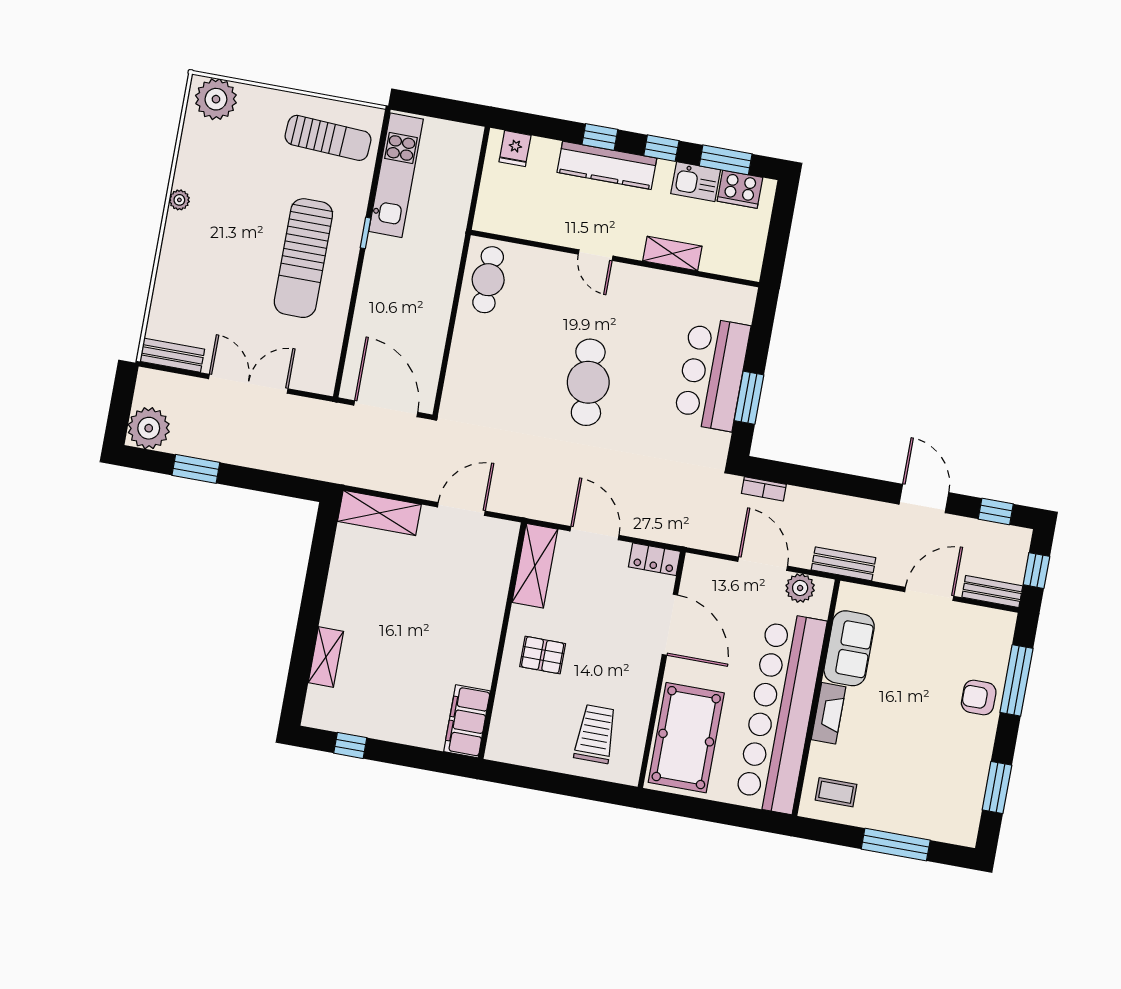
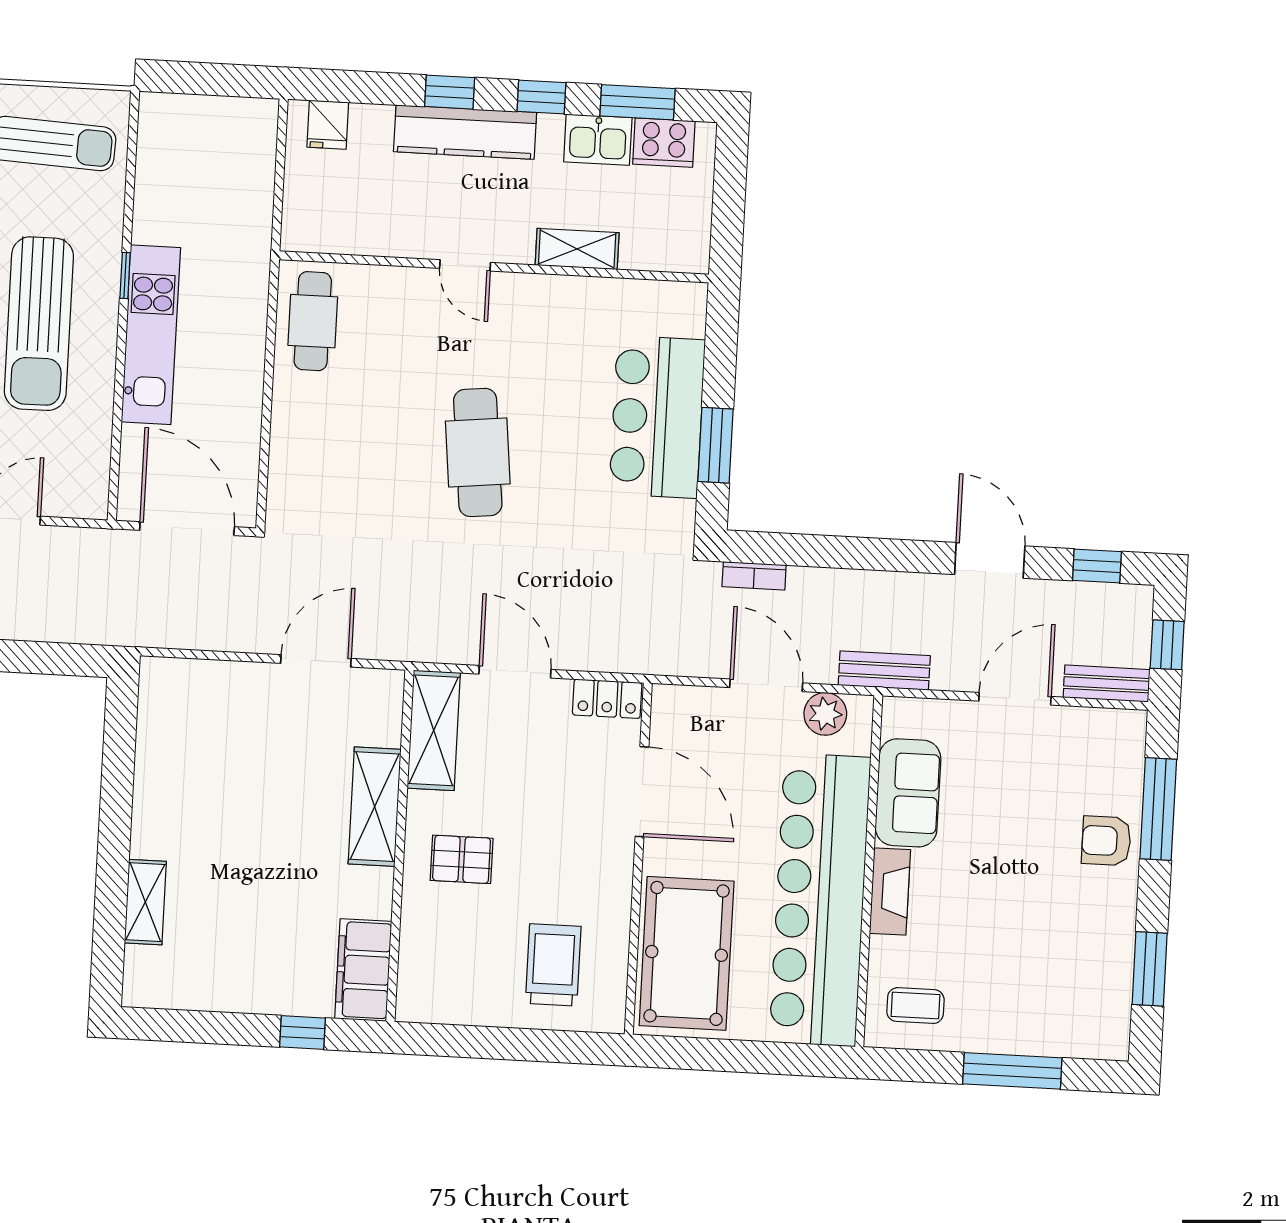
kitchen unit: (396, 175) -> (151, 335), moved
shelving: (379, 513) -> (375, 807), moved, turned 90
window: (350, 745) -> (302, 1033), moved

